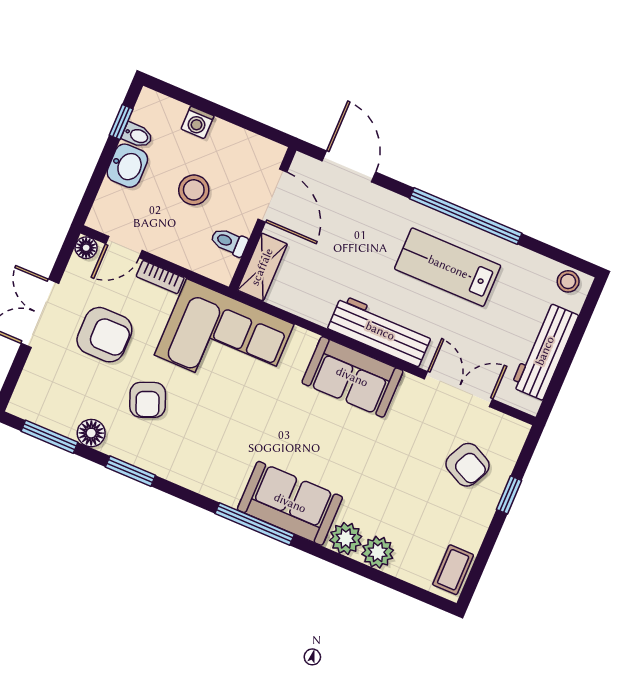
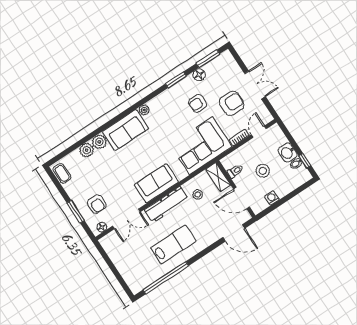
washing machine: (197, 122) -> (272, 198), moved
window: (466, 216) -> (166, 278), moved
floor lamp: (86, 248) -> (102, 227), moved
stool: (568, 281) -> (198, 195), moved
armchair: (104, 335) -> (232, 103), turned 180
workbench: (545, 351) -> (119, 259), removed
armchair: (148, 400) -> (198, 103), turned -68
armchair: (468, 465) -> (97, 204), turned -116
plant: (228, 493) -> (144, 110), added
window: (509, 495) -> (76, 212), width x1.50
window: (255, 524) -> (127, 112), removed

